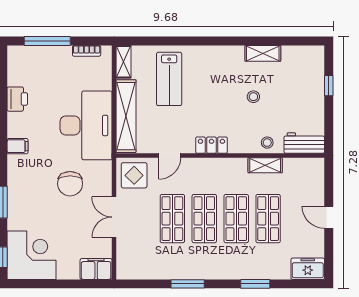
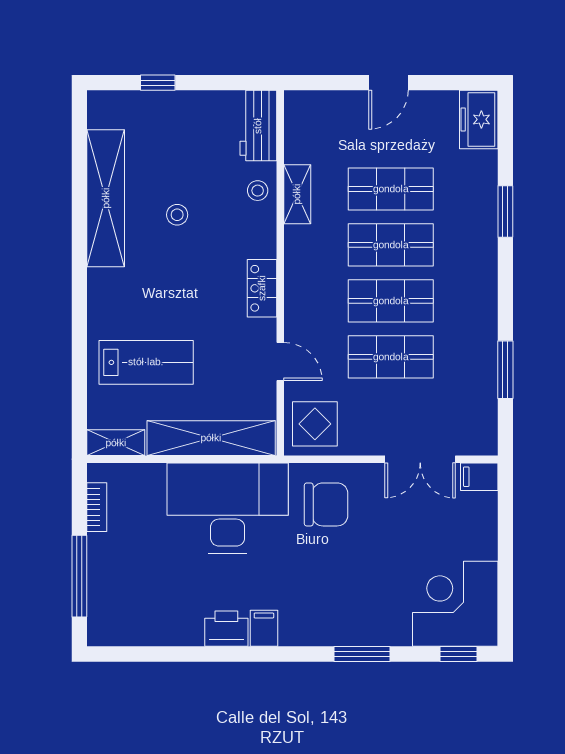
shelving: (263, 53) -> (106, 198), width x2.20, depth x1.33
printer: (17, 99) -> (226, 629), moved
chair: (70, 184) -> (326, 504), moved
double door: (114, 217) -> (420, 459), moved
filing cabinet: (96, 269) -> (479, 477), width x0.50
window: (188, 284) -> (505, 370), moved

